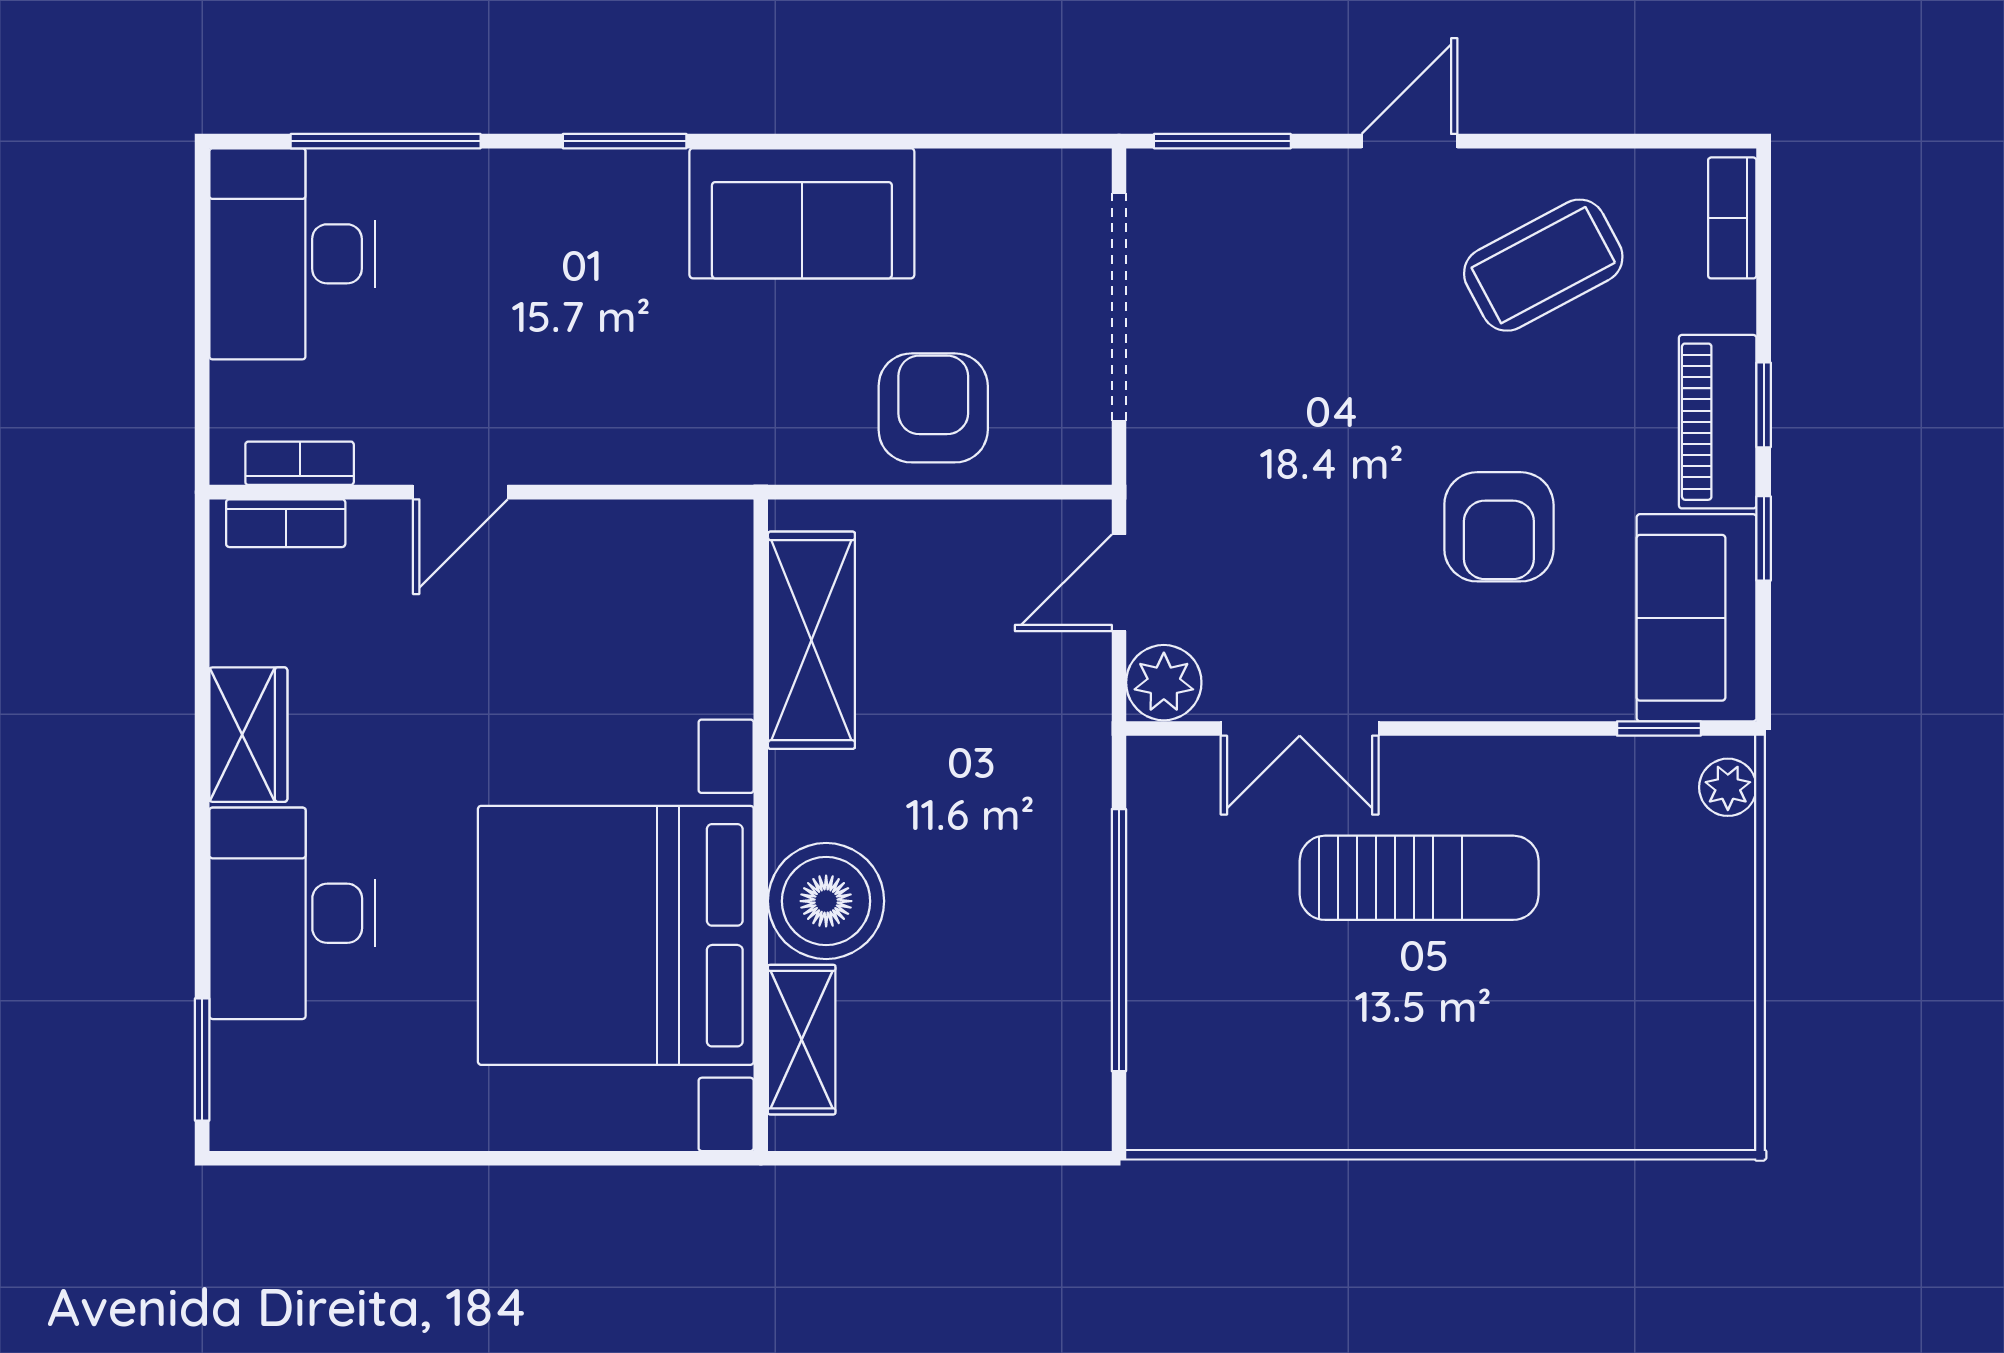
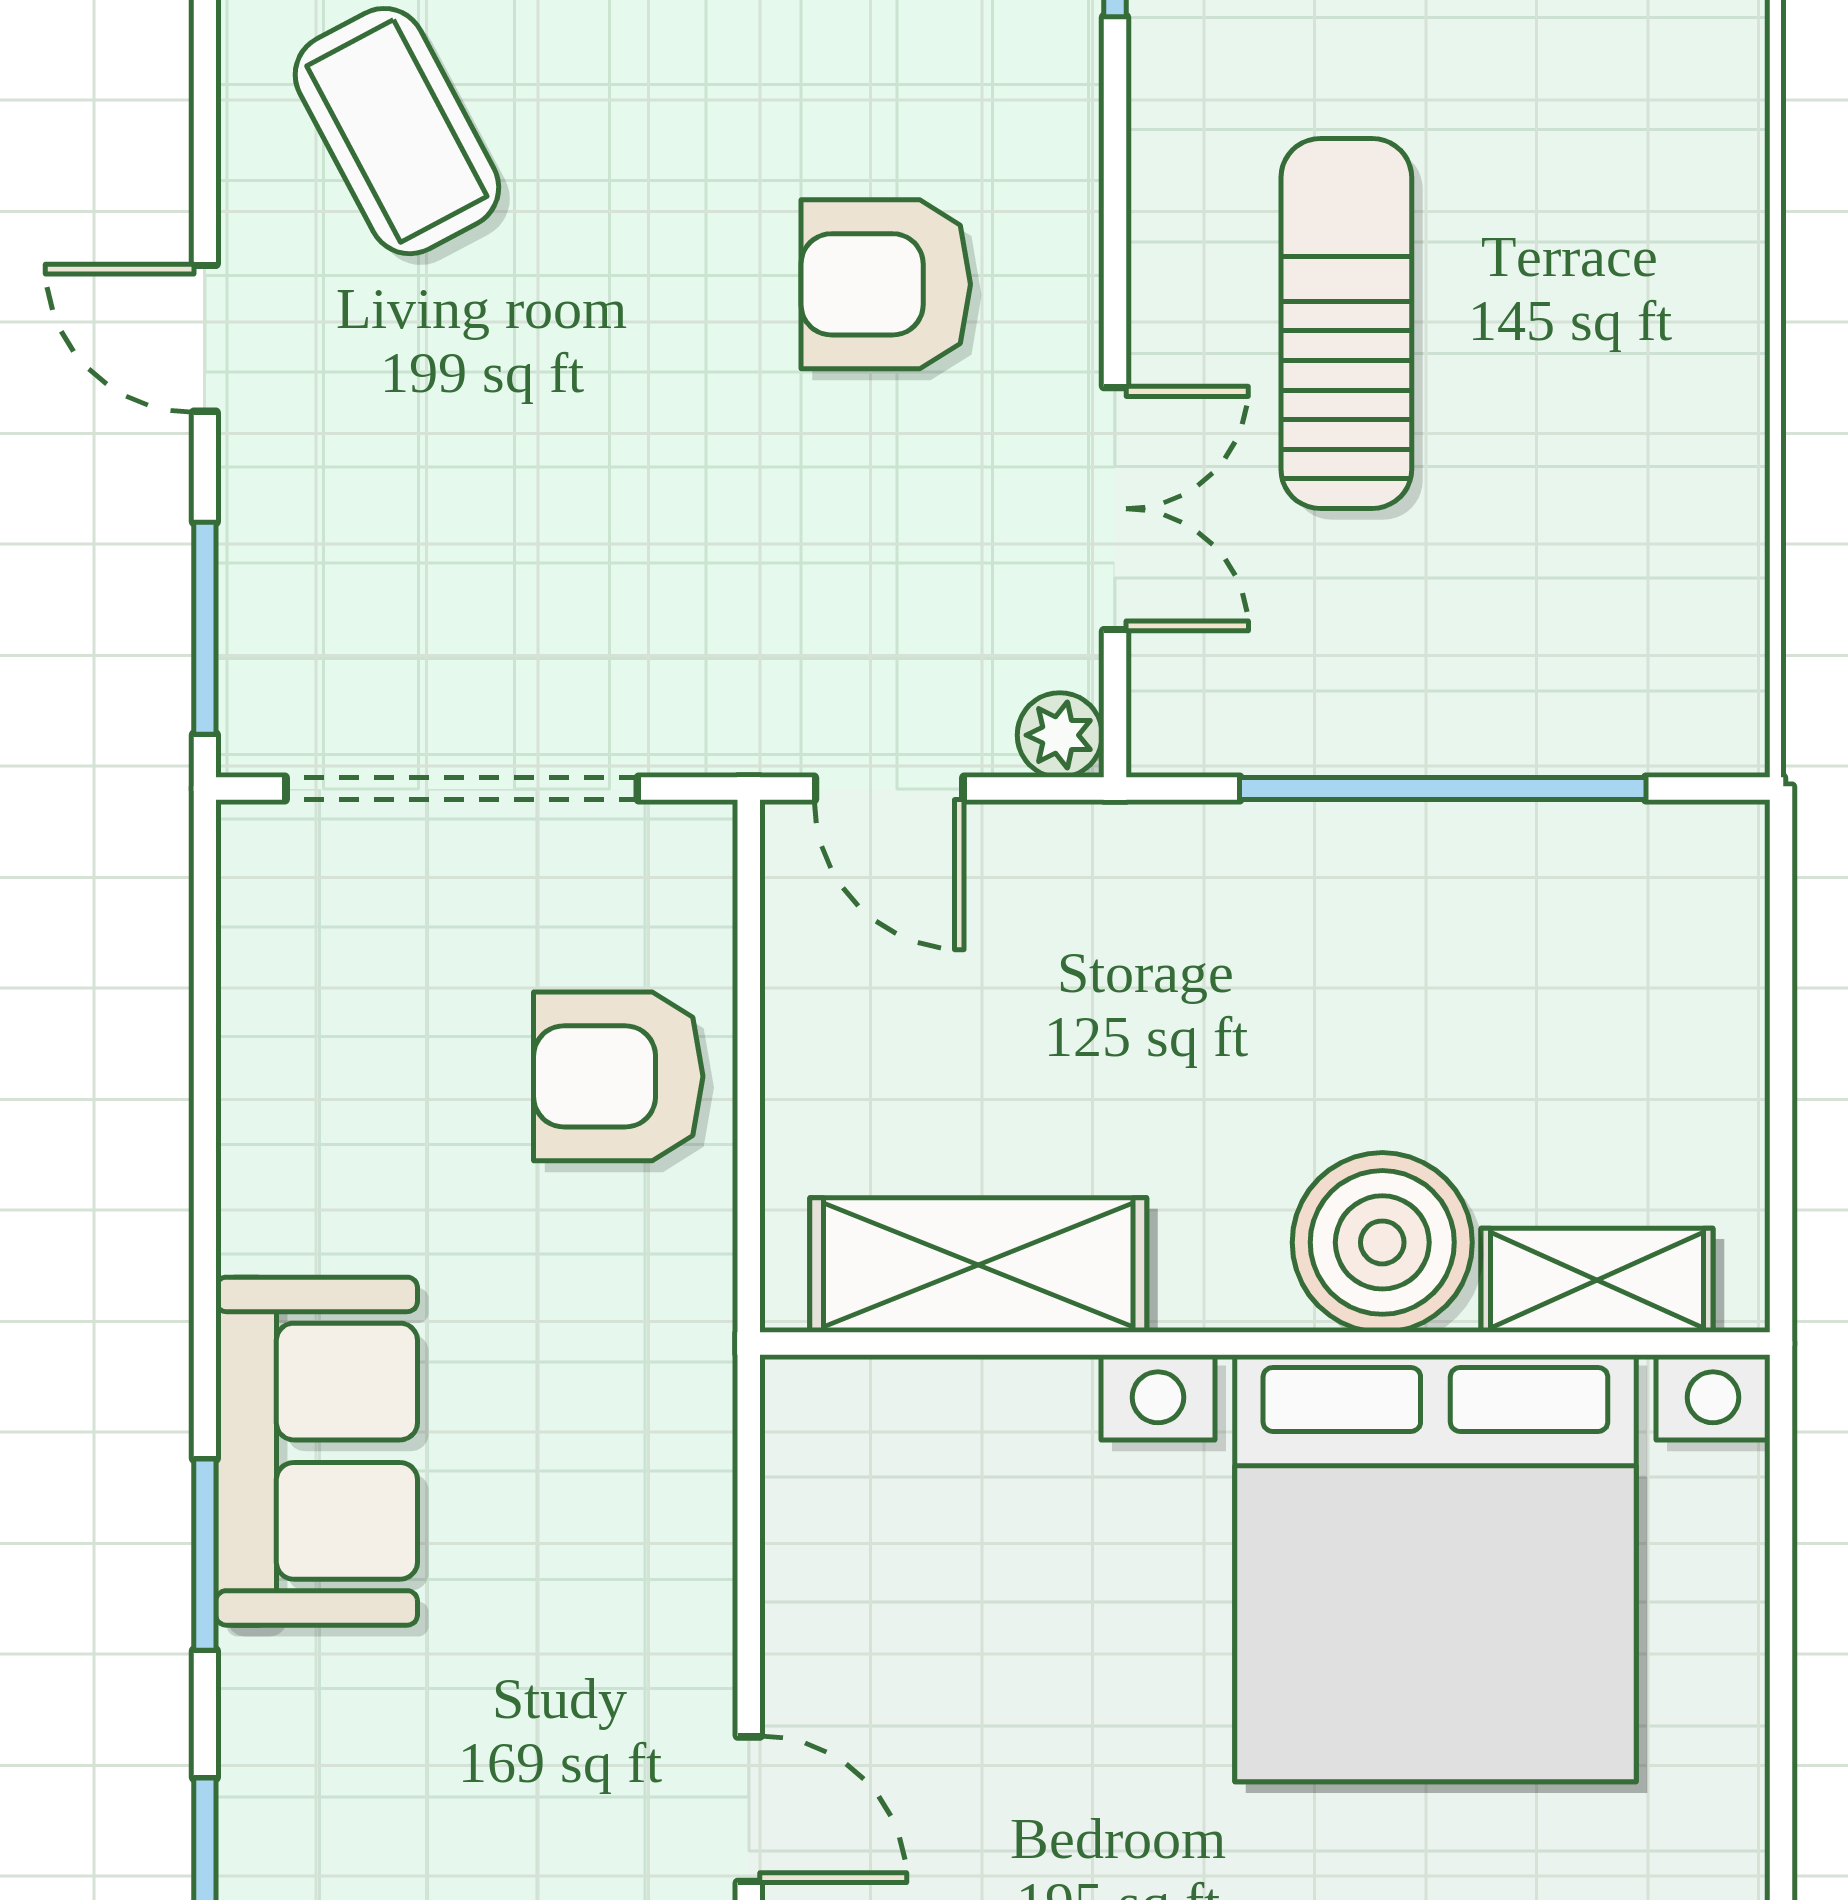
sofa: (802, 213) -> (317, 1451), moved
armchair: (1499, 527) -> (886, 284), moved, turned 180
plant: (1164, 683) -> (1060, 735), width x0.73, depth x0.73

